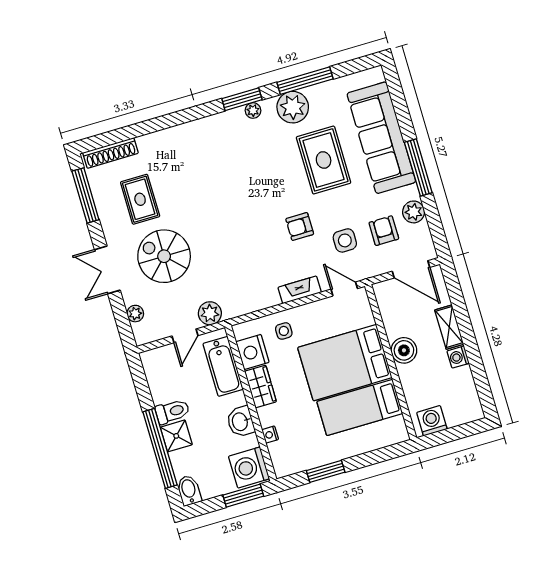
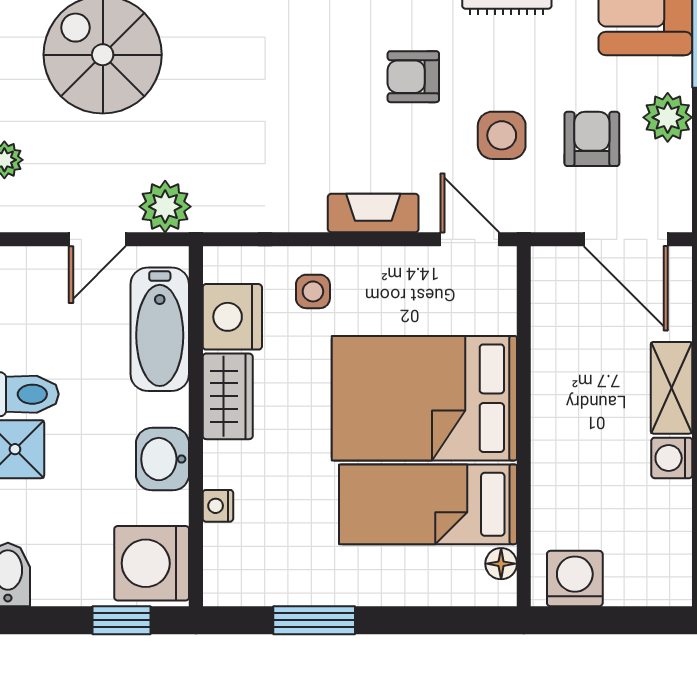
boiler: (404, 350) -> (559, 409), removed
floor lamp: (398, 424) -> (501, 564), added
window: (243, 496) -> (121, 620), width x0.67

